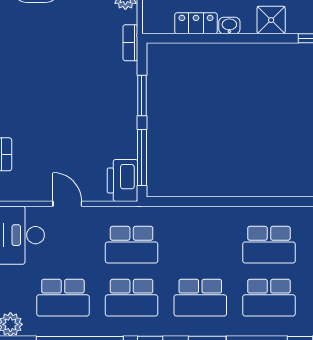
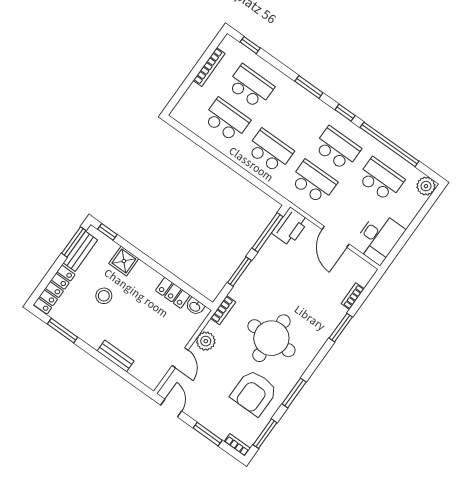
washbasin: (229, 26) -> (195, 306), moved
round table: (59, 50) -> (271, 338), added
door: (67, 204) -> (336, 237), width x1.38
school desk: (200, 298) -> (270, 151), moved

